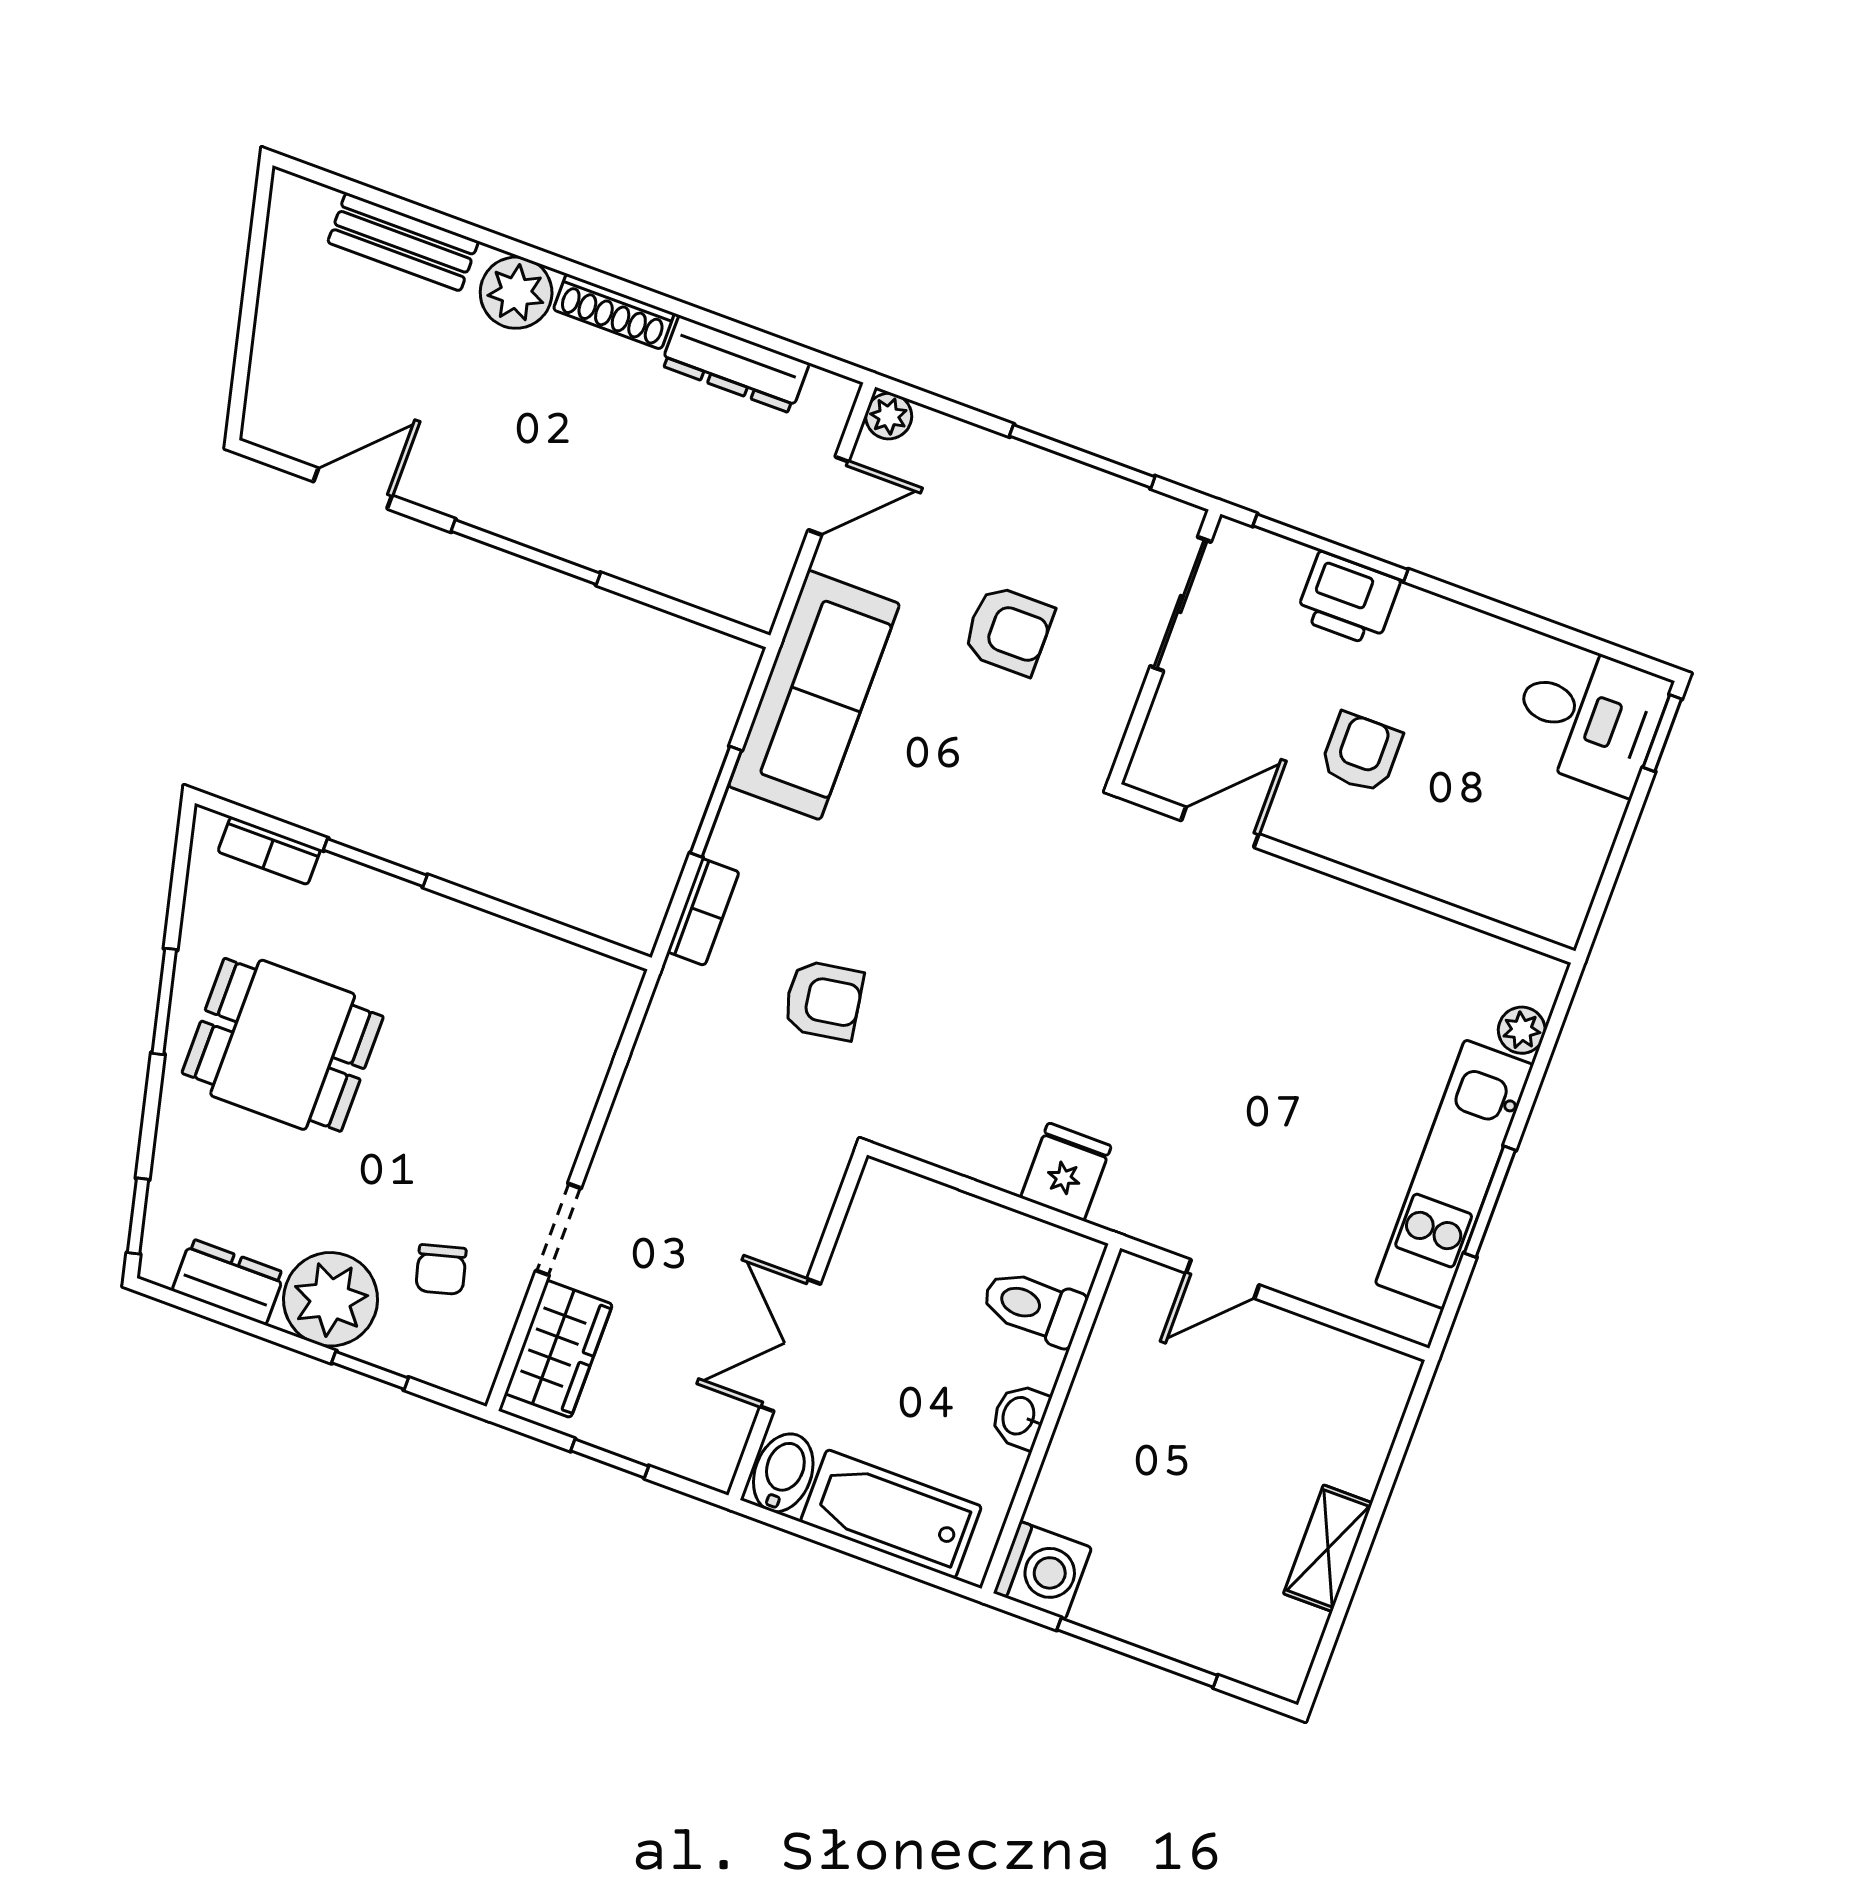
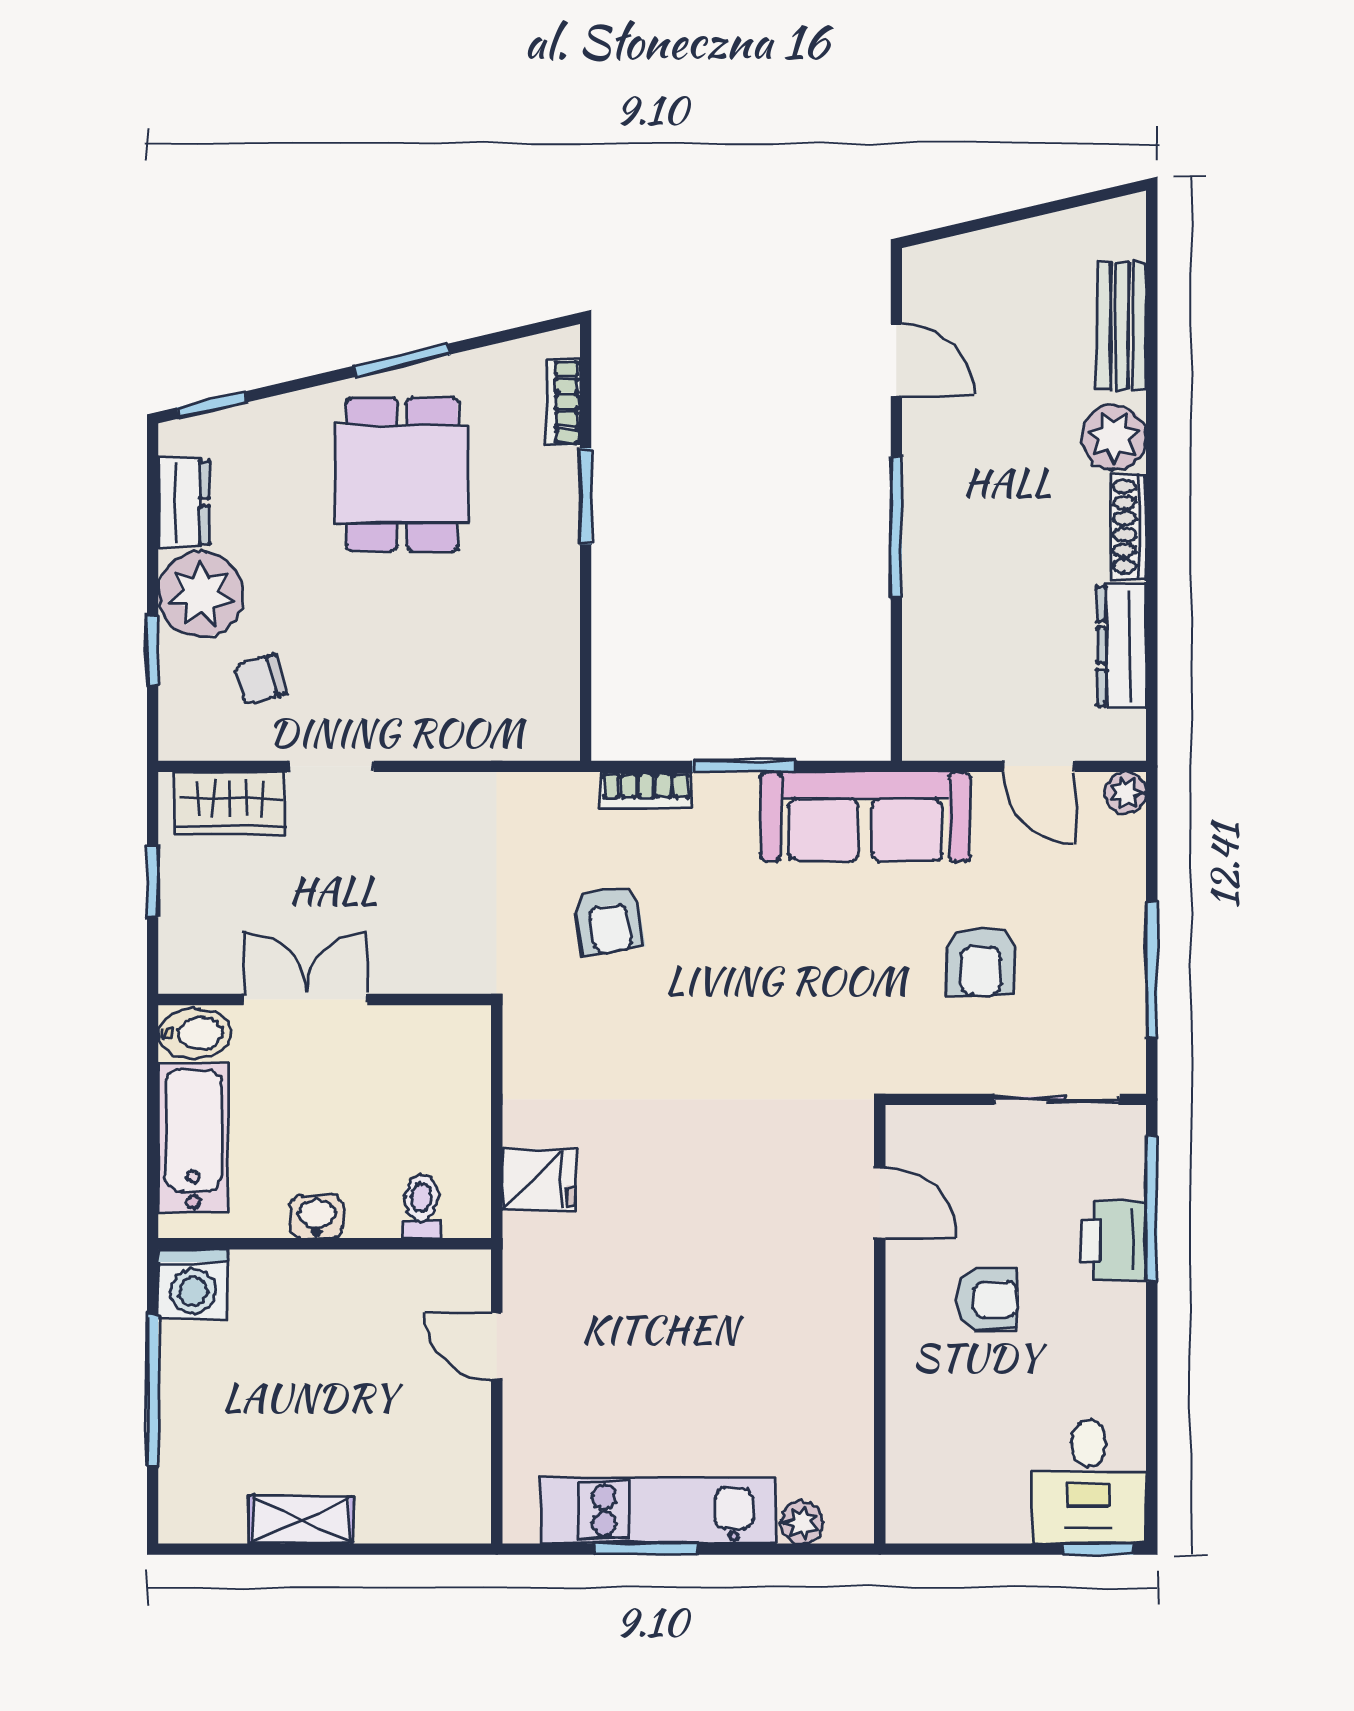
toilet: (1033, 1307) -> (421, 1206), width x0.73, depth x0.72

